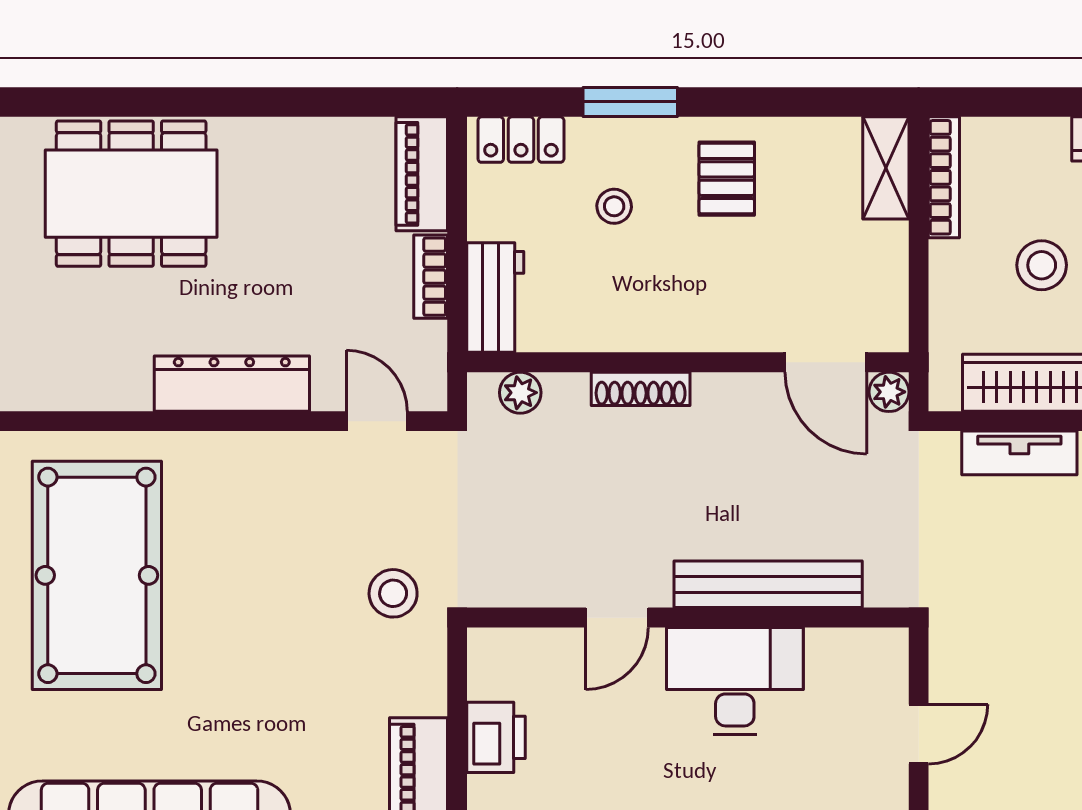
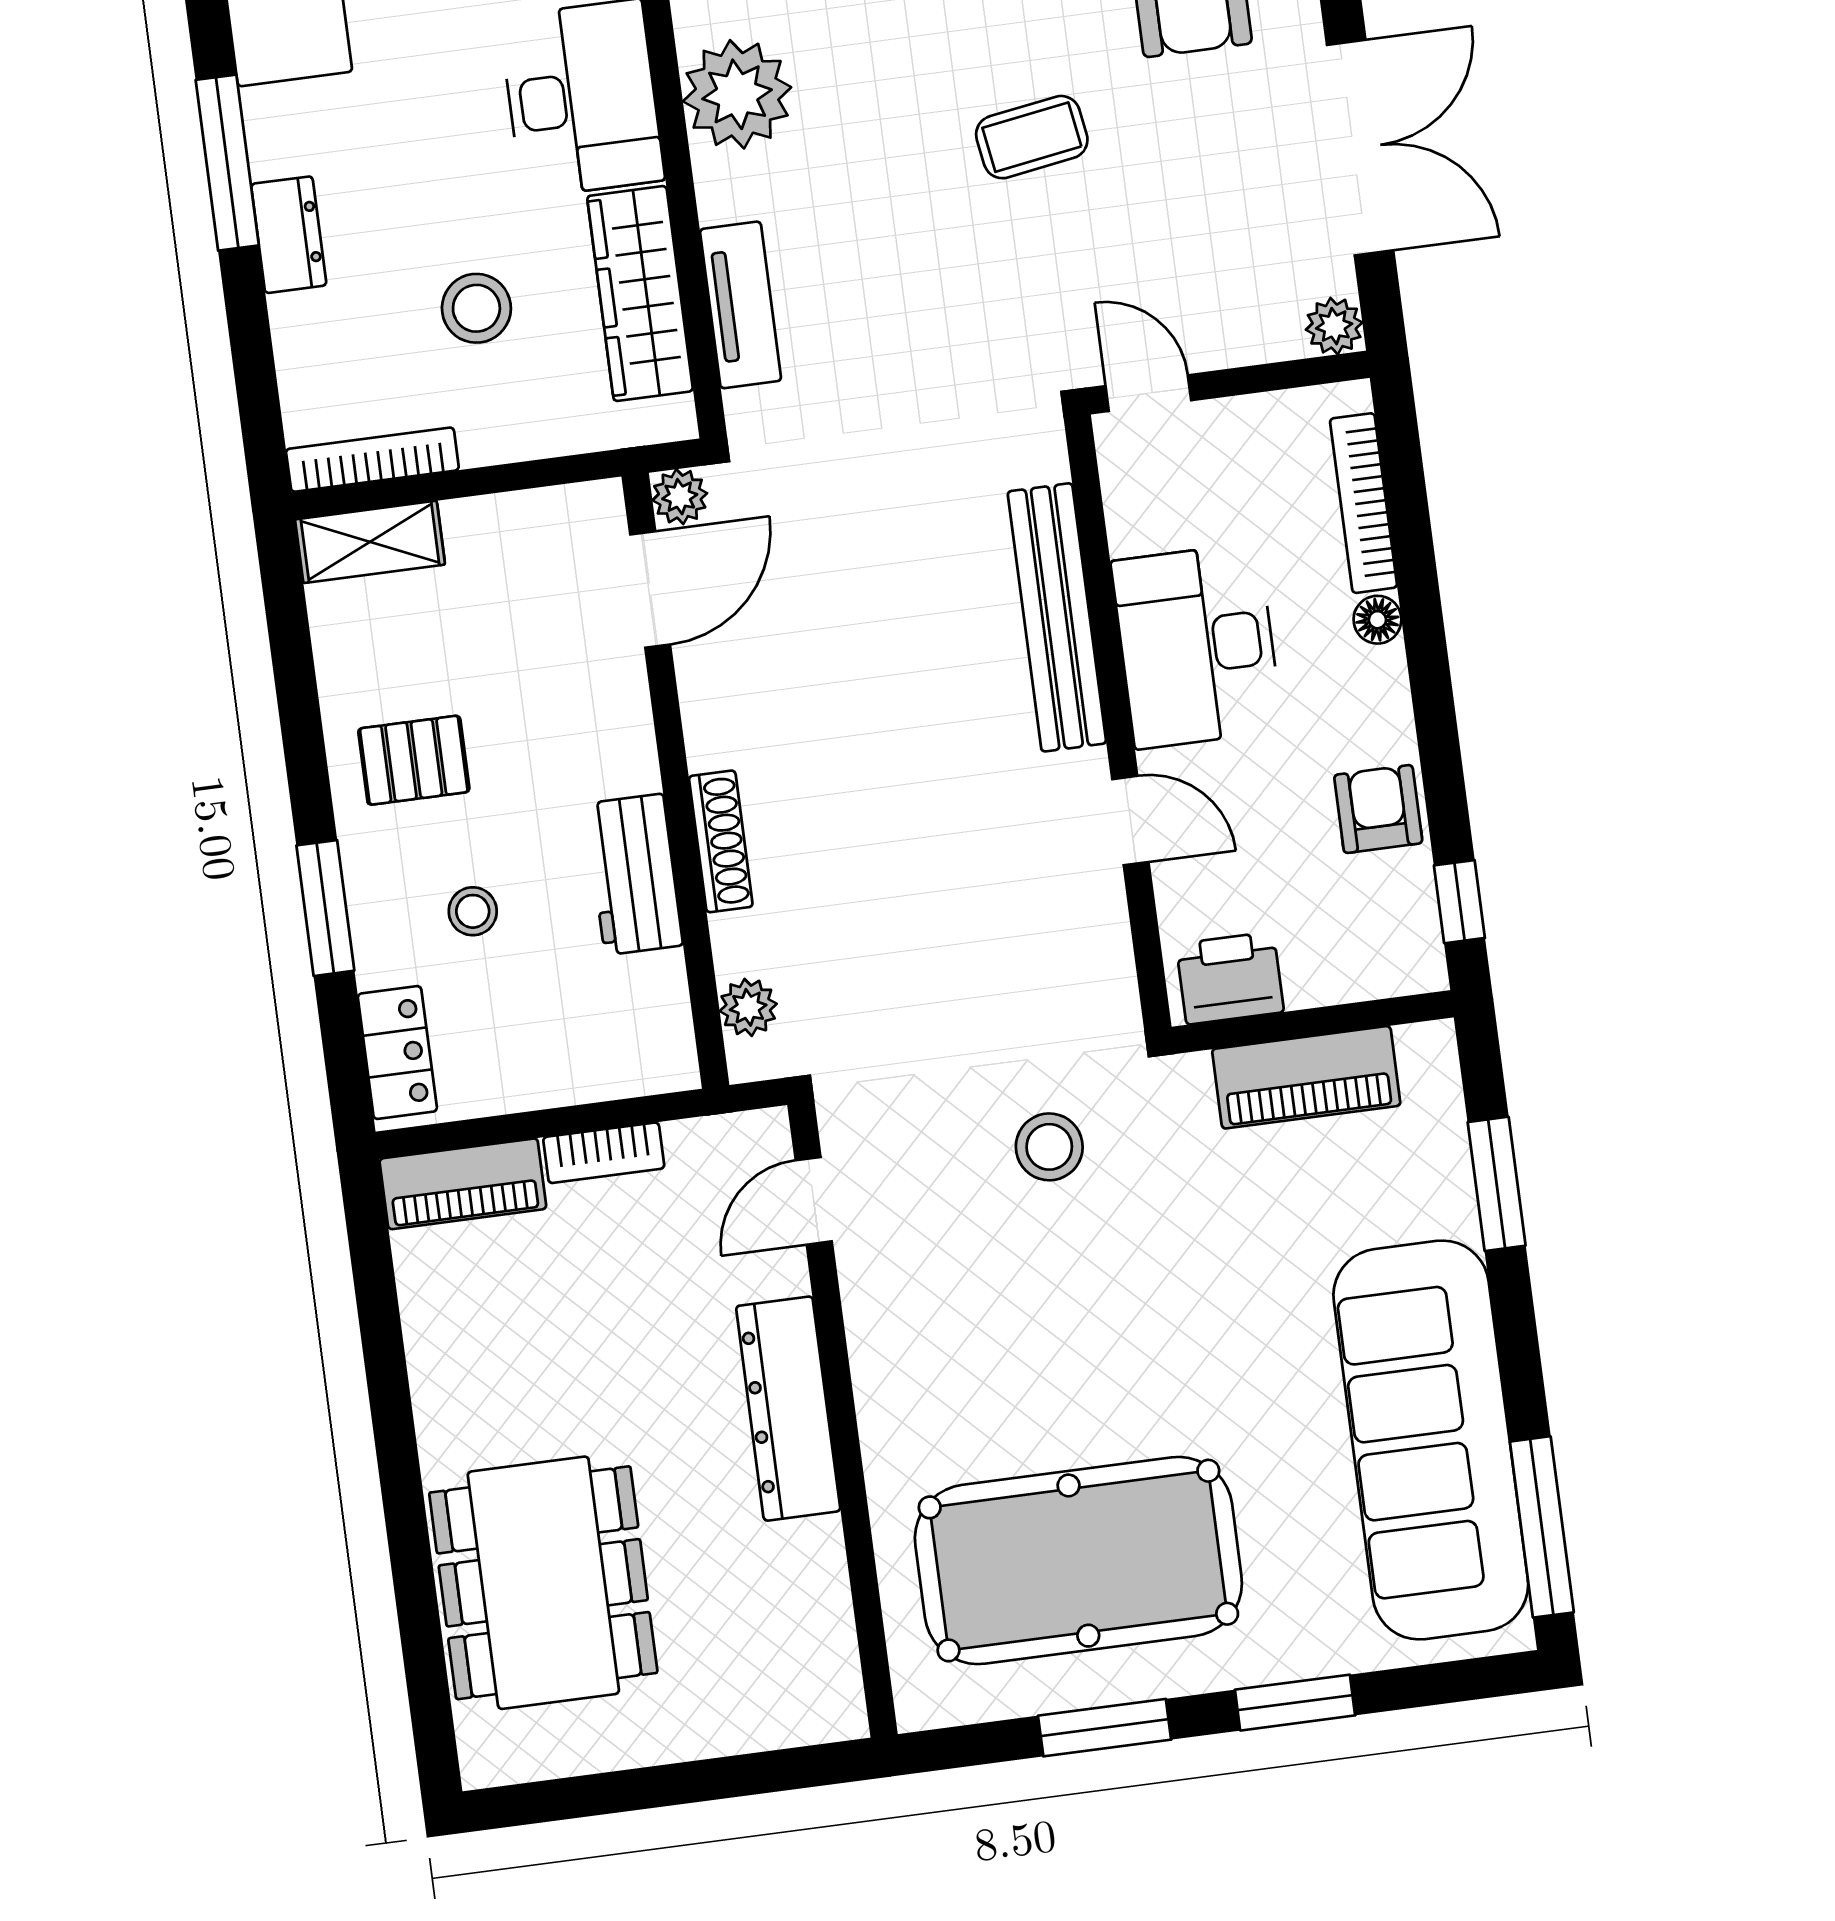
workbench: (495, 298) -> (634, 874), moved, turned -90
bench: (768, 584) -> (1057, 617), moved
door: (617, 618) -> (1130, 821), moved
wall: (688, 618) -> (1118, 722), moved
desk: (735, 681) -> (1197, 646), moved

